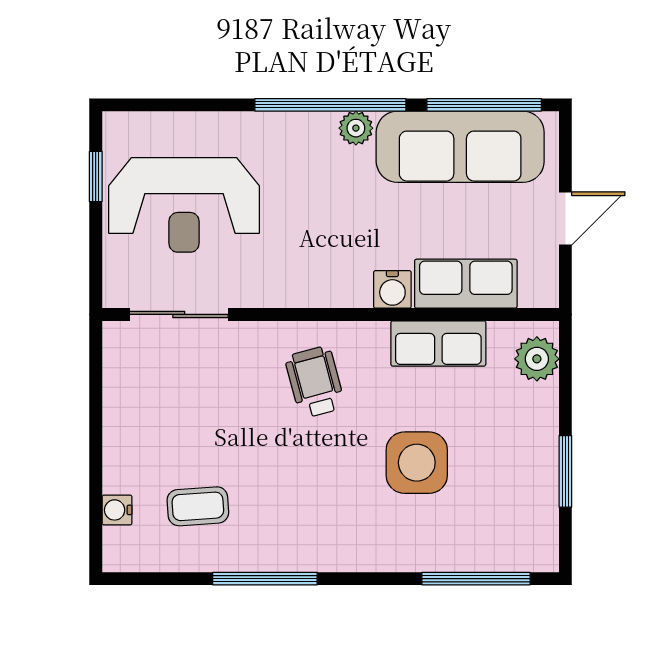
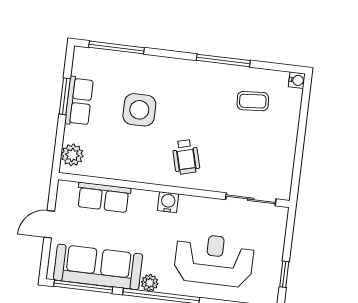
reception desk: (184, 205) -> (214, 260), moved
water cooler: (392, 289) -> (168, 202), moved
row of seats: (438, 343) -> (79, 101), moved, turned 90
water cooler: (117, 510) -> (297, 80), moved

